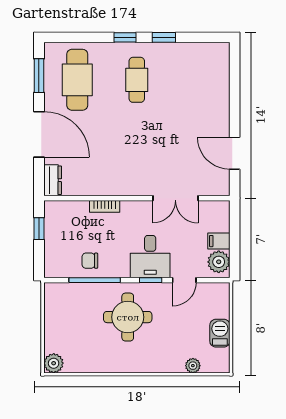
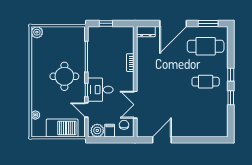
window: (39, 229) -> (106, 23), moved
chair: (90, 261) -> (124, 125), moved
barbecue: (220, 333) -> (62, 128), width x1.88, depth x1.53

